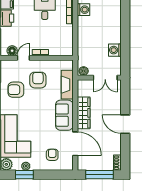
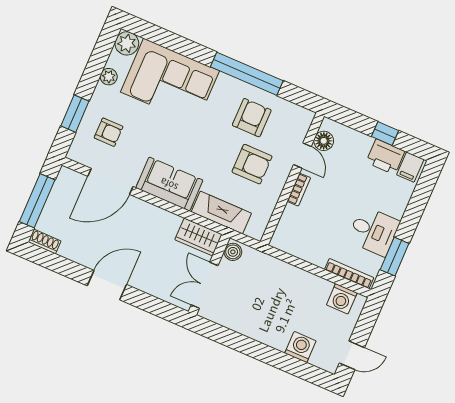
washing machine: (115, 50) -> (300, 347), moved
wardrobe: (84, 113) -> (198, 237), moved, width x0.67
window: (24, 175) -> (75, 114), moved

